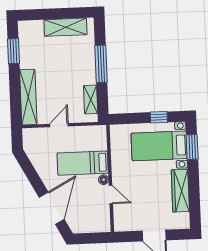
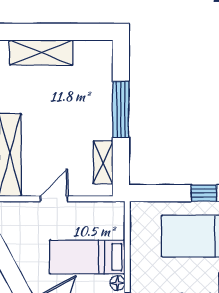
shelving: (66, 27) -> (41, 53), moved

